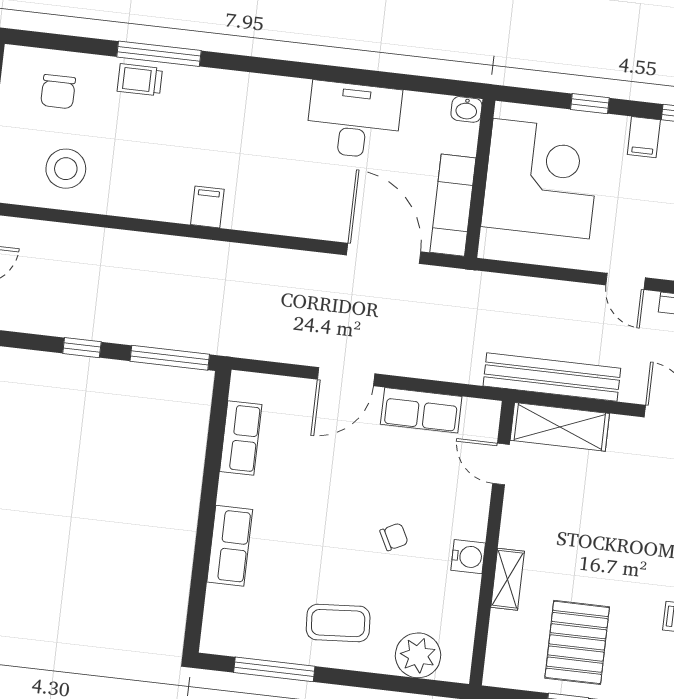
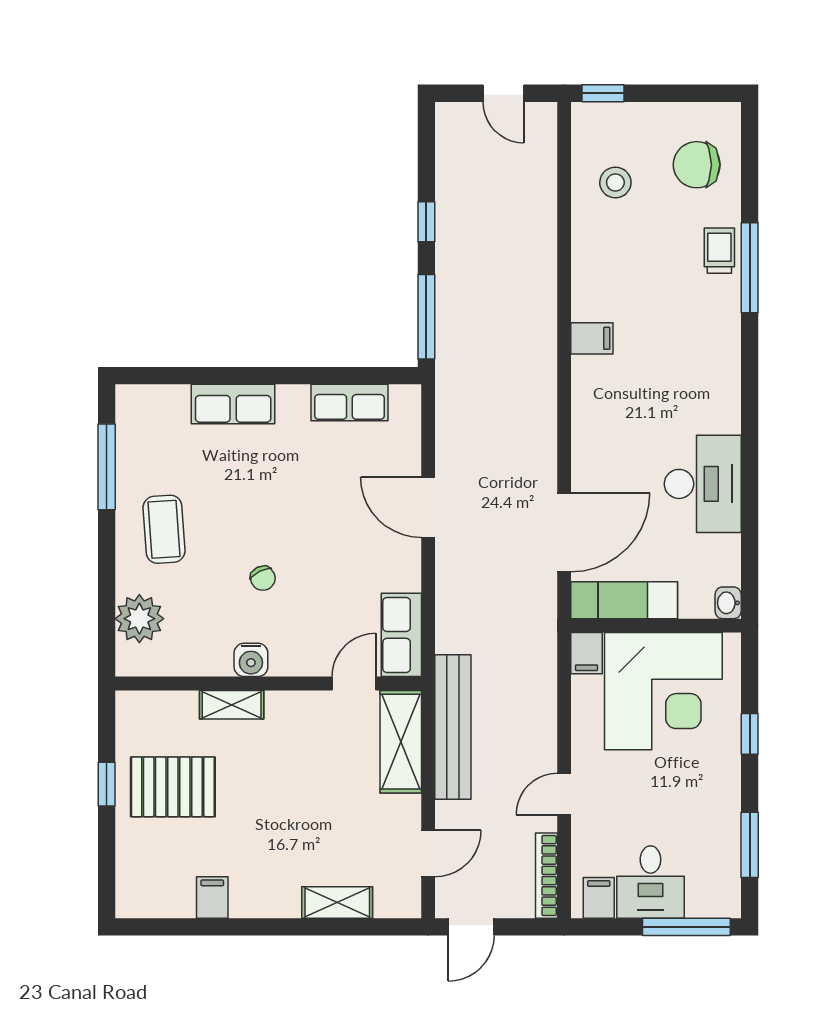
chair: (58, 92) -> (697, 165), width x1.37, depth x1.37
filing cabinet: (644, 137) -> (587, 653), moved, turned -90
stool: (66, 169) -> (615, 182), width x0.73, depth x0.73
row of seats: (421, 410) -> (401, 635), moved

